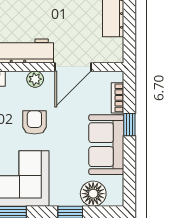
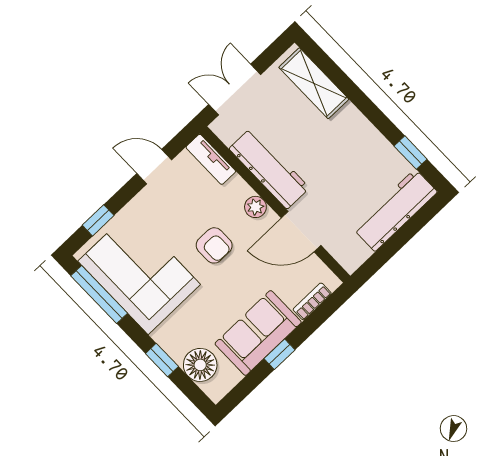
armchair: (34, 122) -> (214, 245), turned 90
window: (129, 125) -> (279, 354), moved

